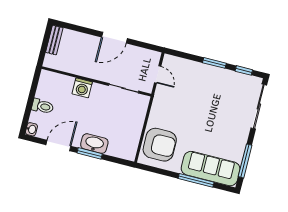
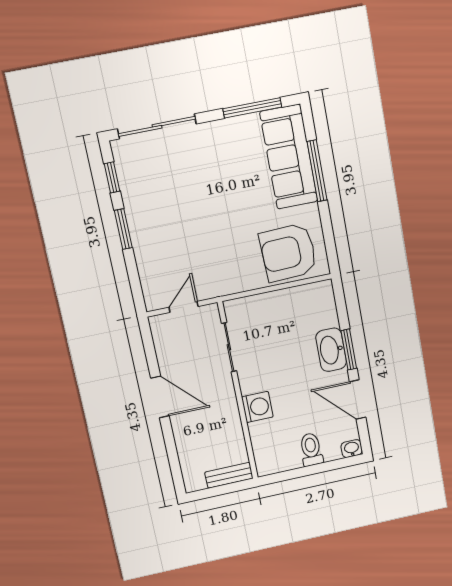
bench: (54, 40) -> (229, 475), moved
armchair: (160, 145) -> (288, 252), turned -92

